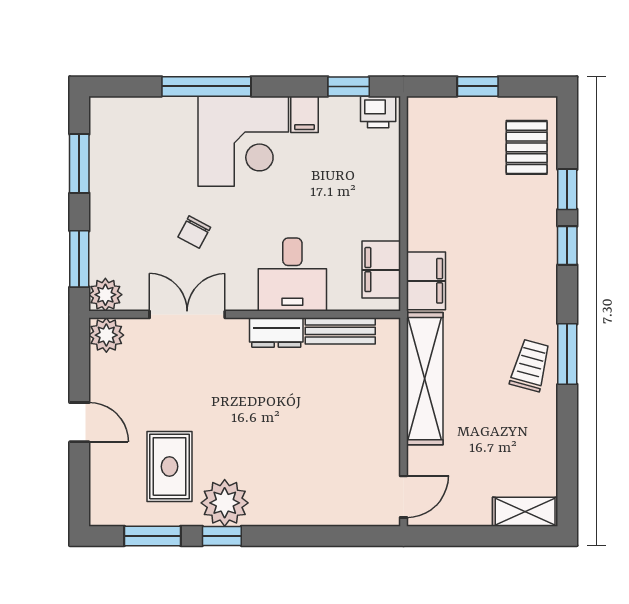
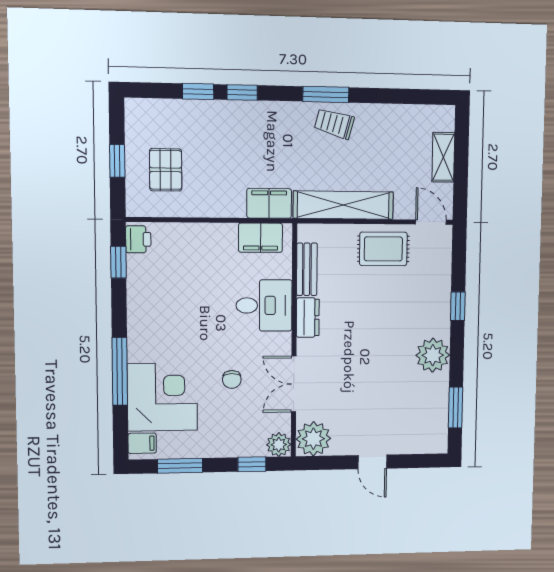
filing cabinet: (305, 114) -> (142, 443), moved
corner desk: (243, 141) -> (162, 397), moved
pallet: (527, 147) -> (166, 170), moved, turned 90
chair: (194, 232) -> (232, 379), turned 61
window: (79, 259) -> (252, 464), width x0.67
plant: (106, 335) -> (313, 439), width x1.36, depth x1.36
door: (79, 422) -> (372, 462), swing flipped
rug: (169, 467) -> (383, 249), moved
shelving: (525, 512) -> (443, 157), moved
window: (222, 536) -> (458, 306), moved

